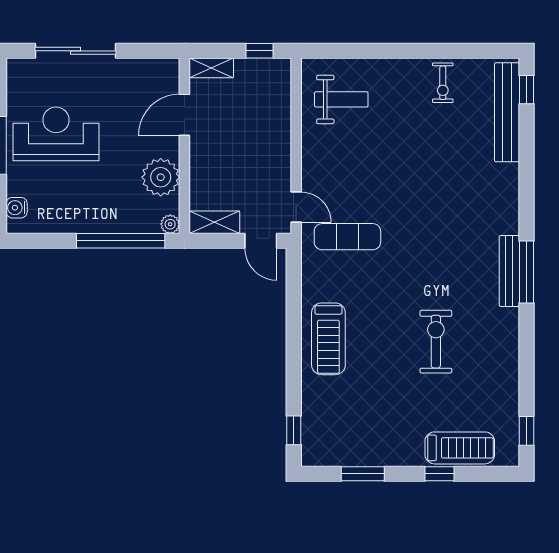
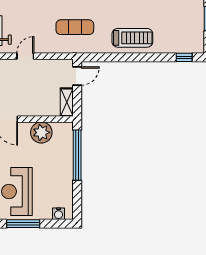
door: (296, 207) -> (25, 56), moved
plant: (170, 224) -> (68, 127), removed
exercise mat: (347, 237) -> (75, 27), turned 90

